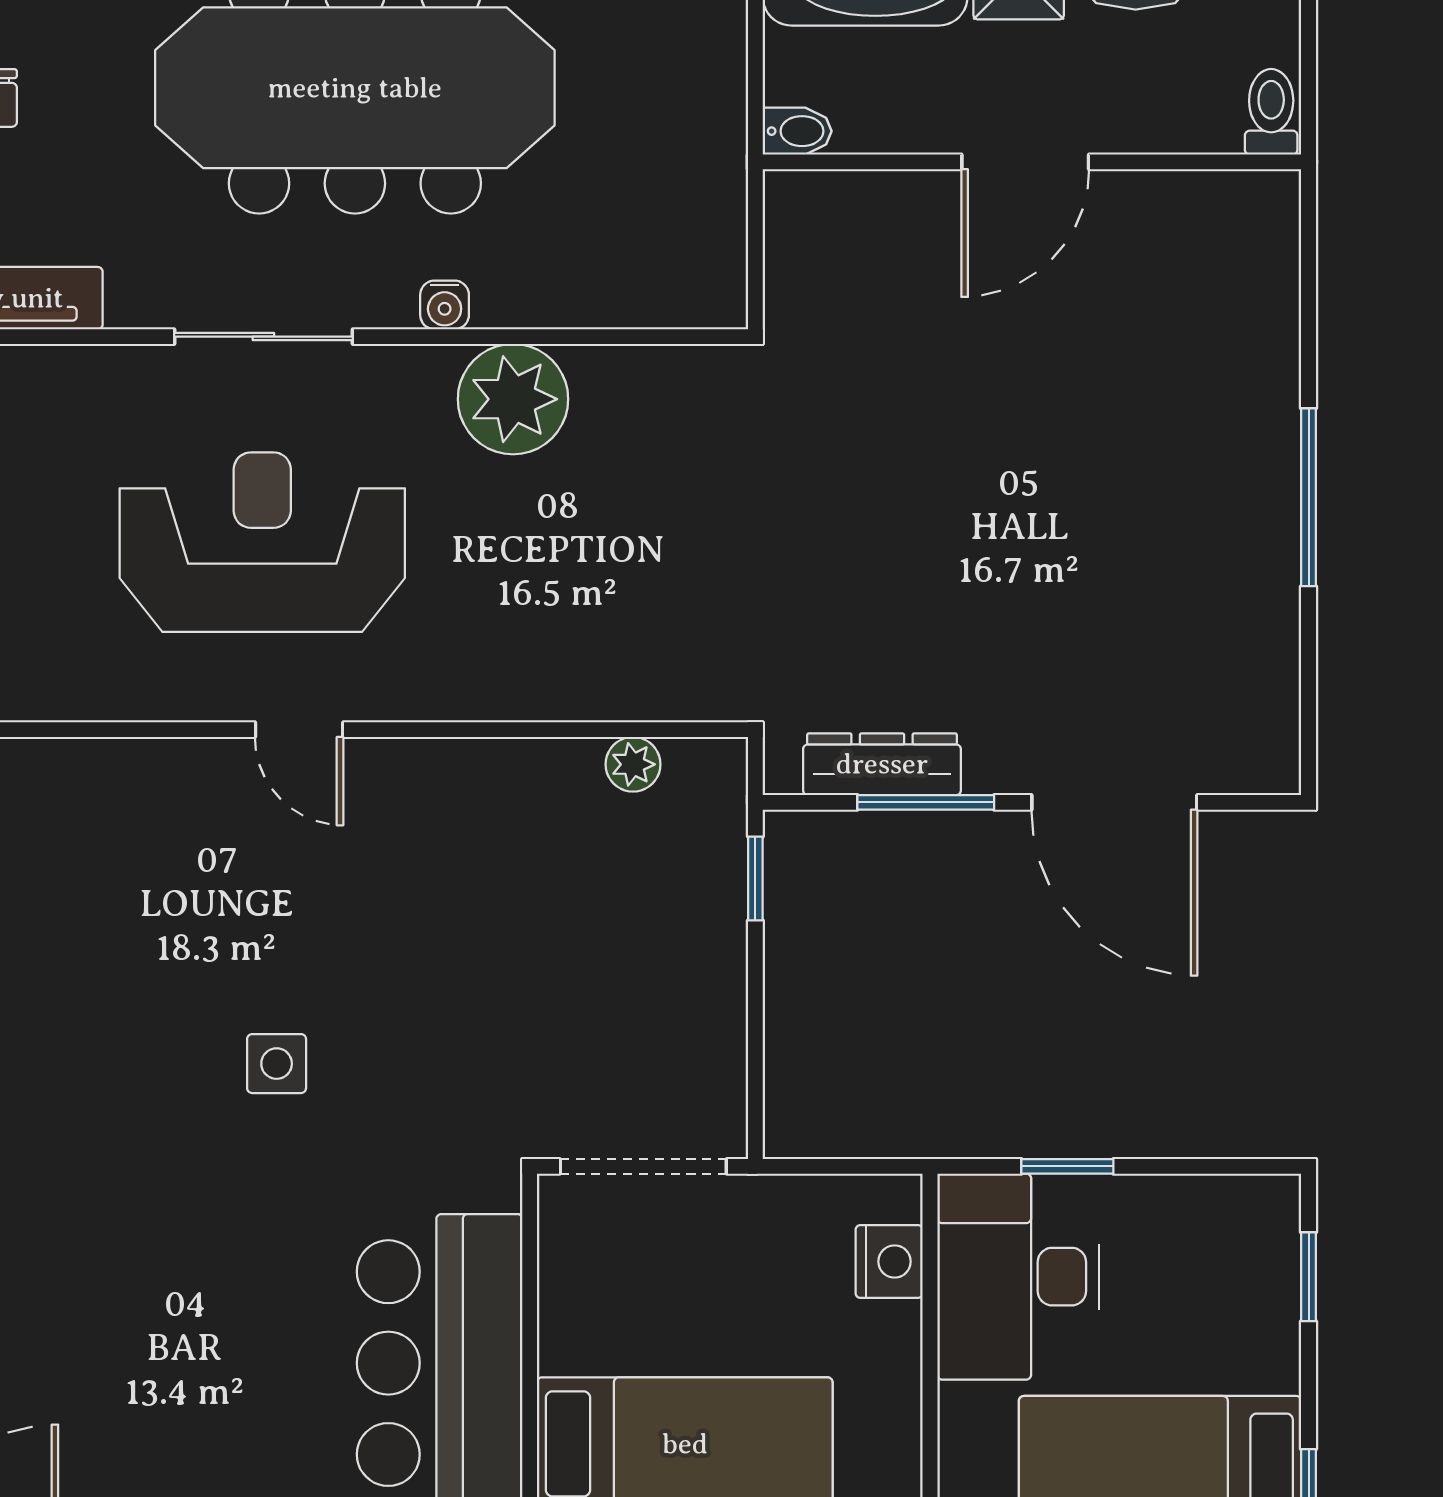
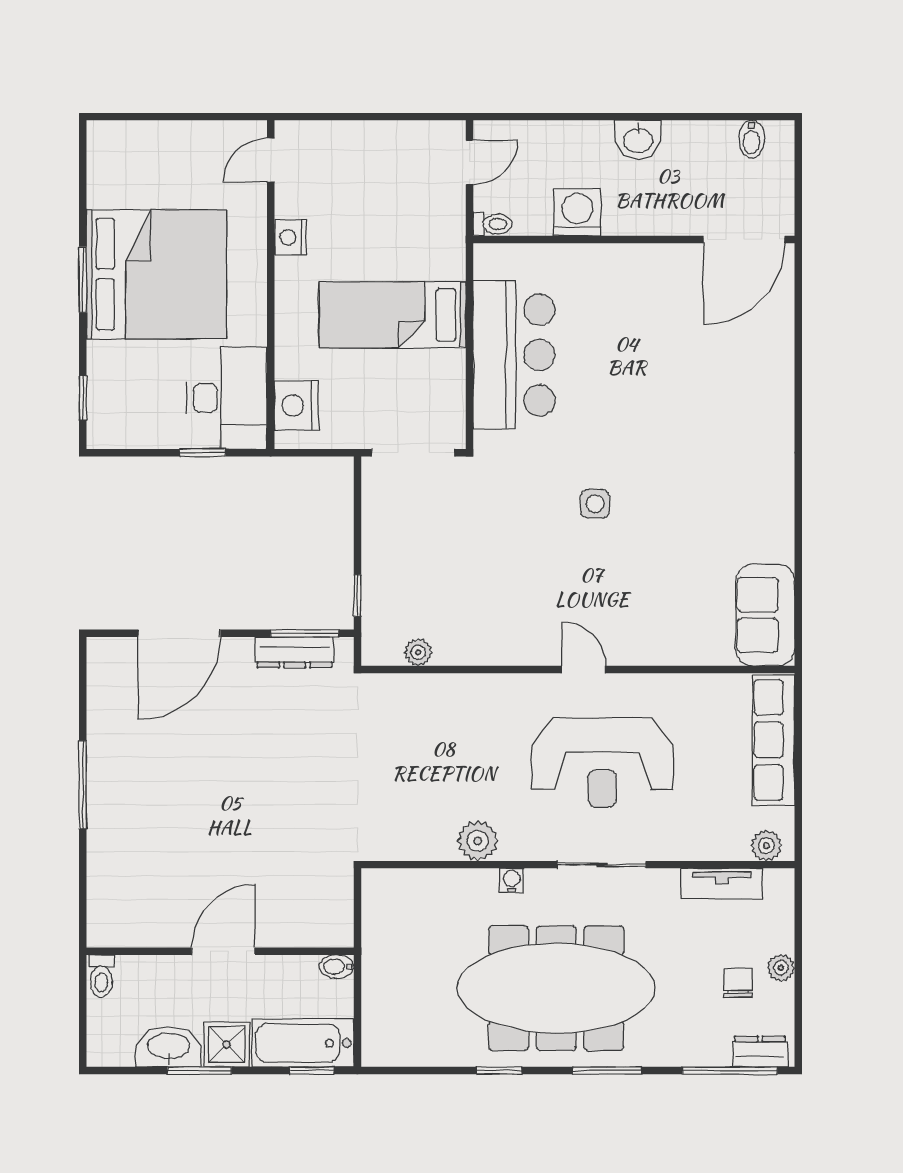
plant: (513, 399) -> (478, 841), width x0.73, depth x0.73
window: (926, 802) -> (305, 633), moved
door: (1114, 802) -> (179, 633), swing flipped
nightstand: (889, 1262) -> (296, 405), width x1.36, depth x1.33

